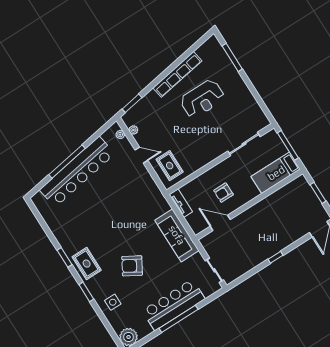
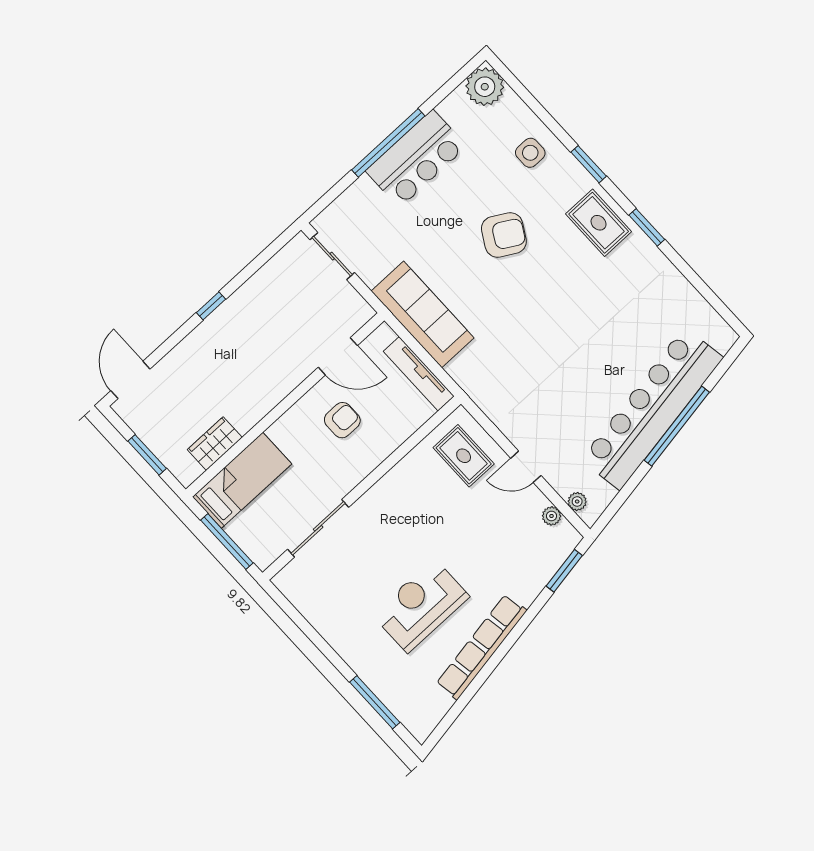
wardrobe: (285, 192) -> (215, 444), added
tv unit: (181, 203) -> (419, 374), width x1.41
bar counter: (174, 305) -> (416, 159), width x0.73

